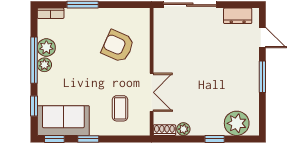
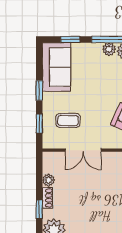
shoe rack: (164, 130) -> (48, 198), moved
window: (54, 139) -> (39, 124), moved

